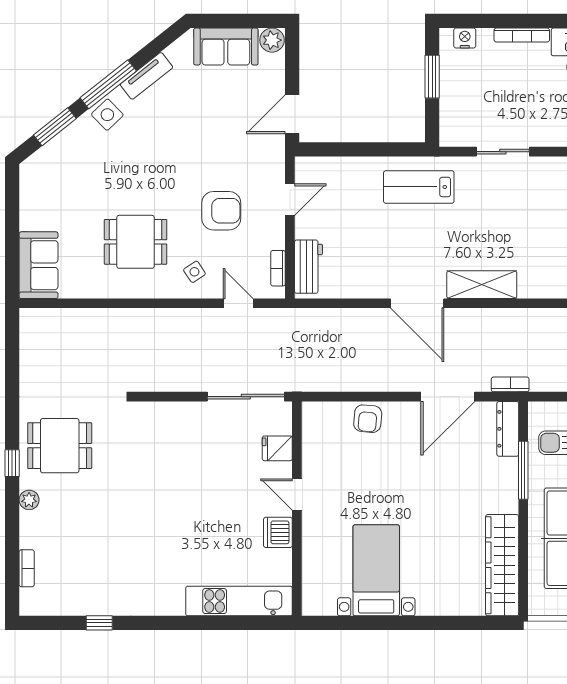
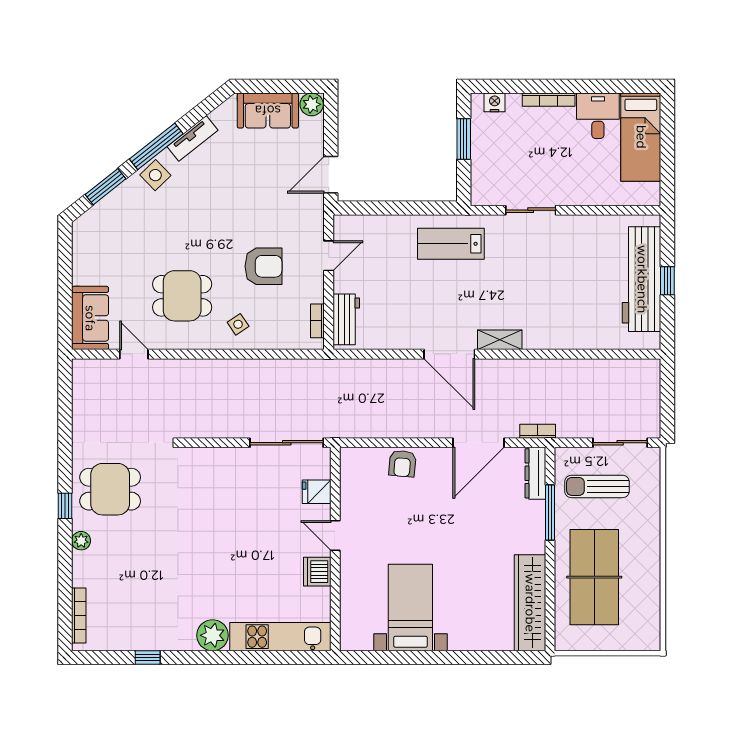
shelving: (482, 285) -> (500, 340), width x0.67, depth x0.75
door: (238, 303) -> (134, 354), moved
bookcase: (27, 568) -> (79, 616), width x1.56
plant: (168, 600) -> (212, 635), added

